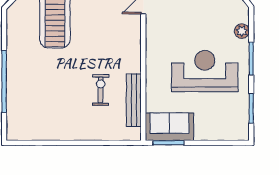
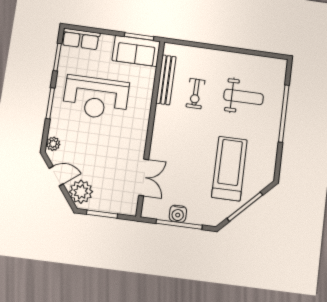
plant: (242, 31) -> (53, 144), moved
weight bench: (49, 93) -> (244, 97), added
row of seats: (230, 131) -> (81, 39), added

